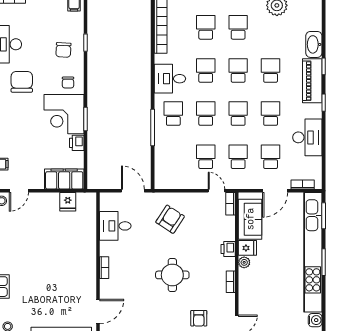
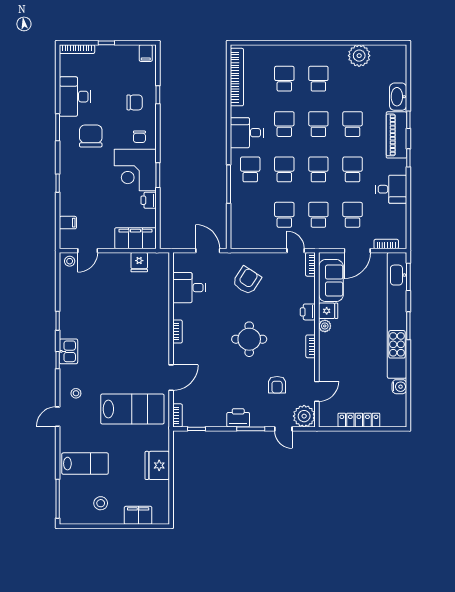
chair: (63, 50) -> (135, 102), turned -93
desk: (307, 137) -> (391, 189), width x0.73

